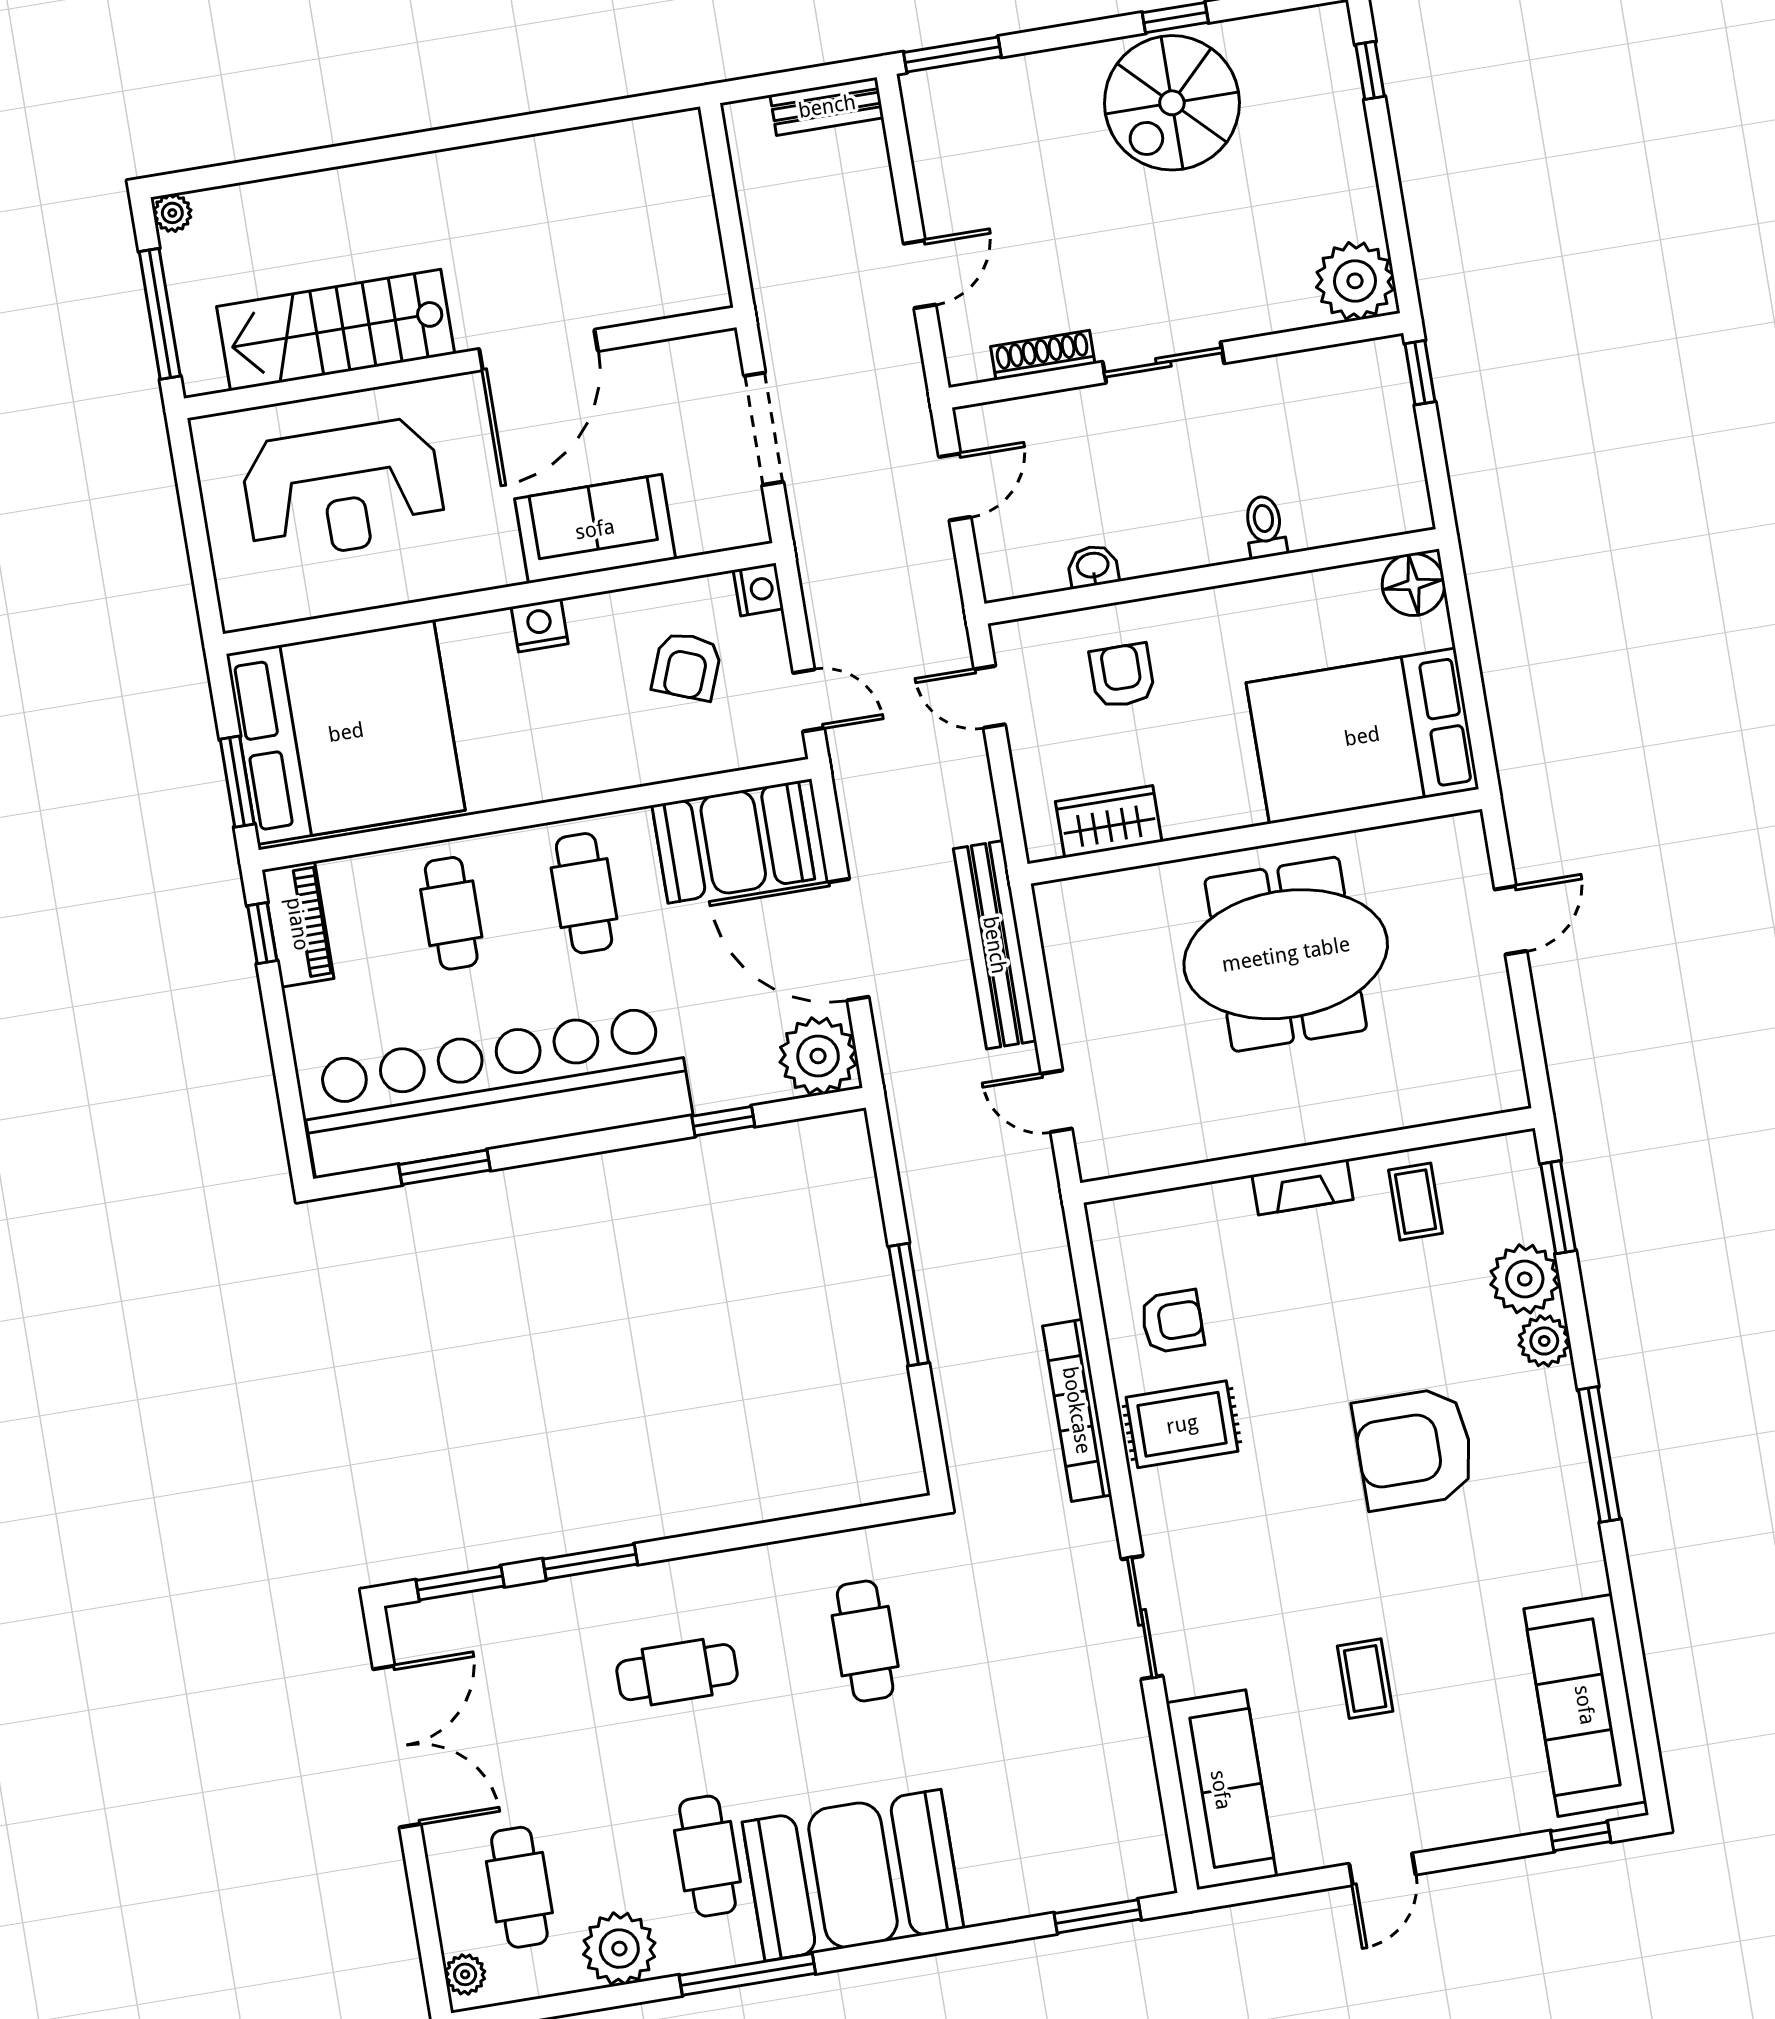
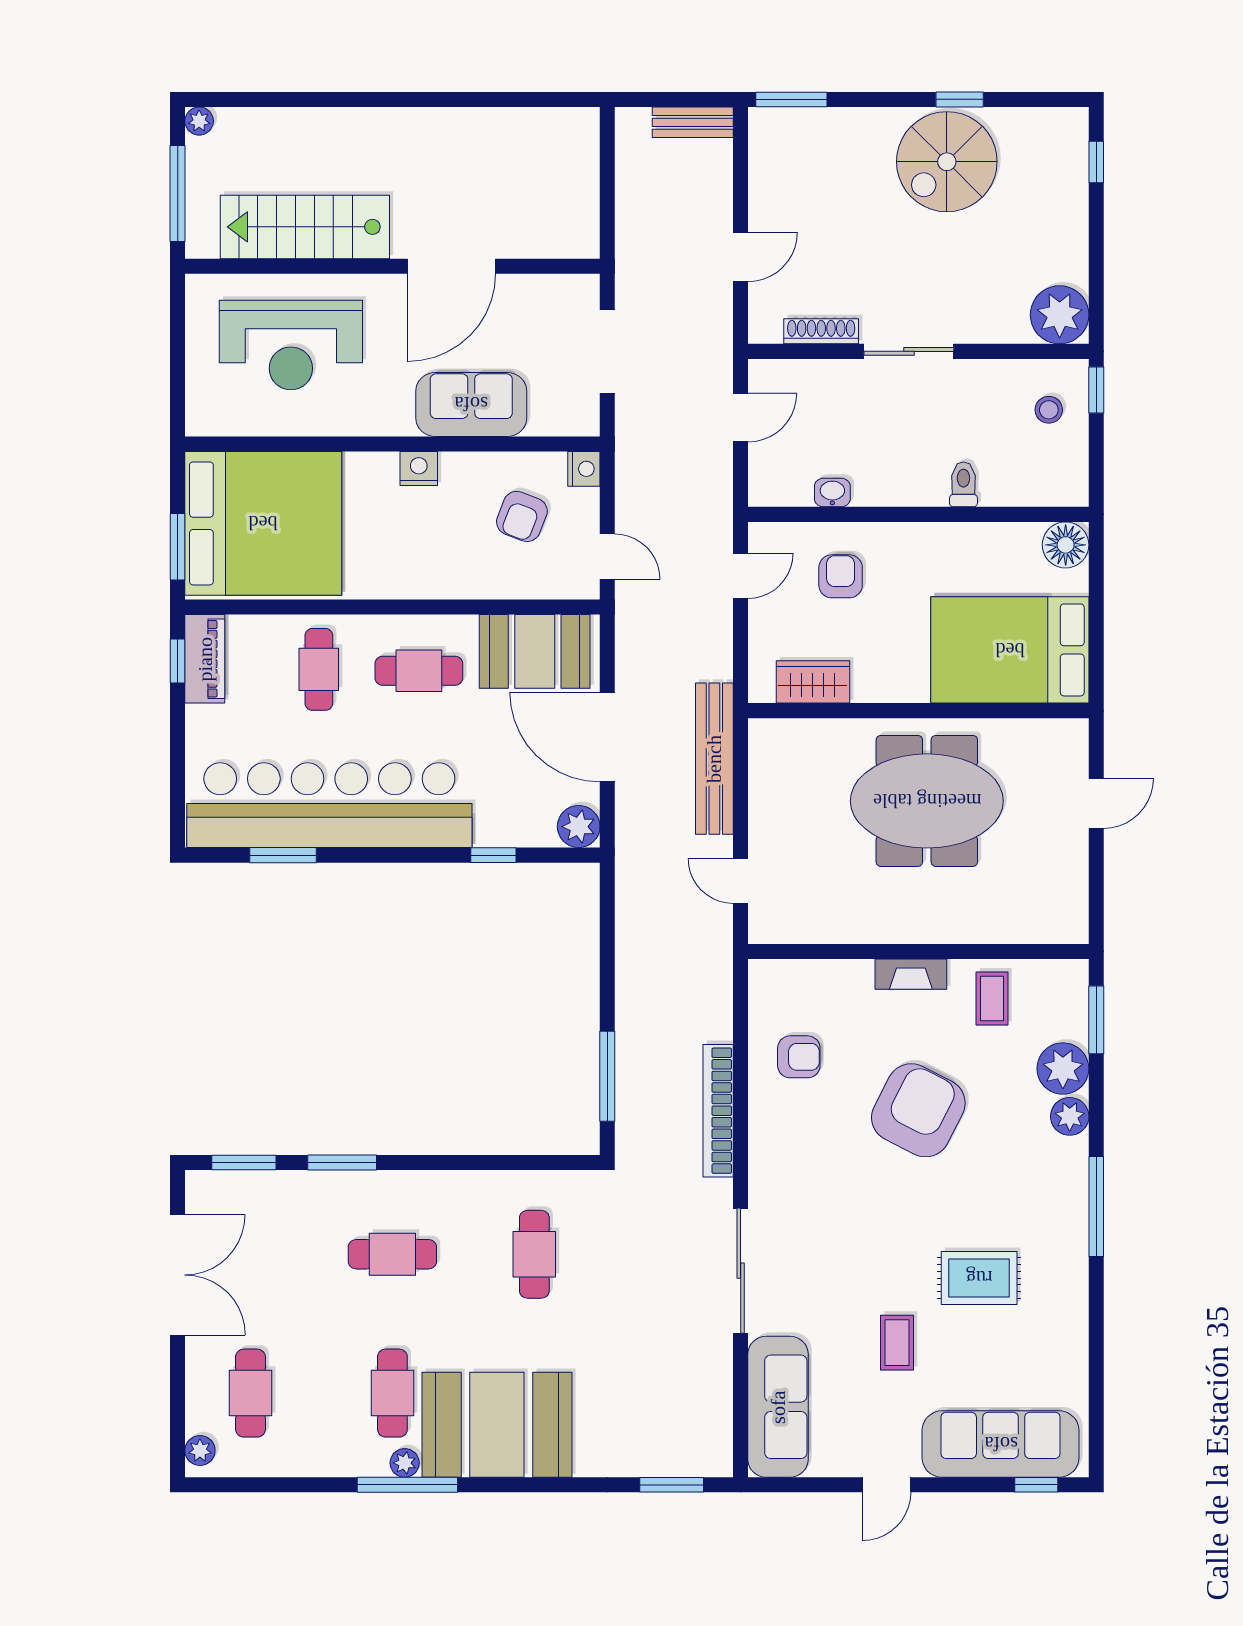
stool: (1362, 409) -> (1049, 410), added
door: (990, 697) -> (741, 576), swing flipped
cafe table: (584, 893) -> (419, 671), turned 90
plant: (818, 1056) -> (579, 827), width x0.73, depth x0.73
window: (909, 1305) -> (607, 1076), moved
rug: (1182, 1424) -> (979, 1278), moved
armchair: (1414, 1449) -> (918, 1110), moved, turned 117
sliding door: (1142, 1617) -> (741, 1271), width x1.37
sofa: (1585, 1705) -> (1001, 1444), moved, turned 90
plant: (619, 1949) -> (405, 1463), moved, width x0.53, depth x0.53

